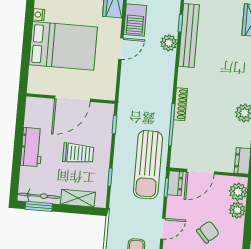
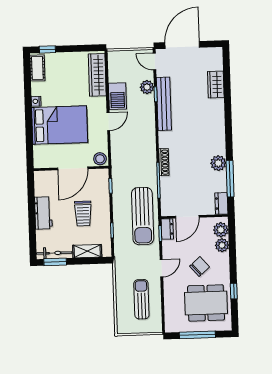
plant: (169, 43) -> (147, 87), moved
stool: (106, 91) -> (100, 159), added
trolley: (78, 153) -> (83, 214), turned 90

